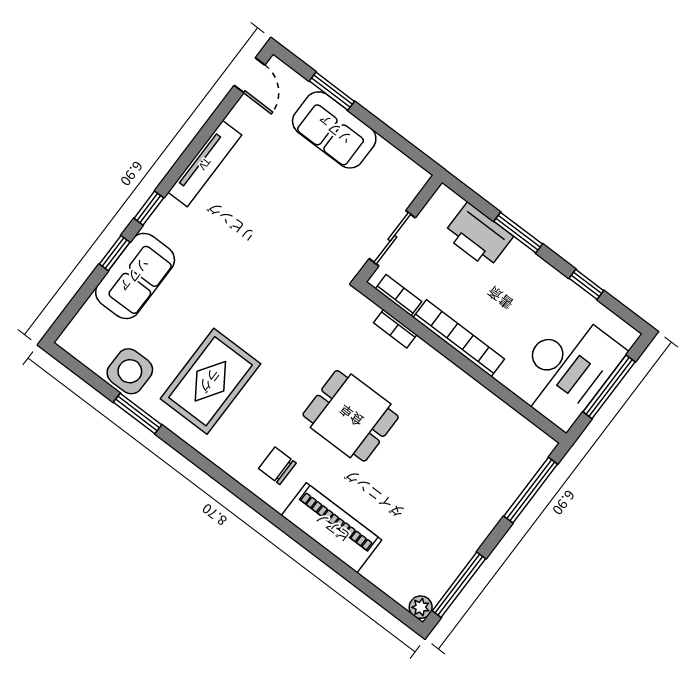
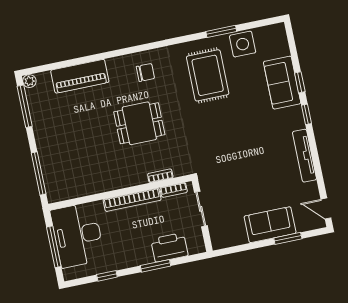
piano: (332, 528) -> (80, 76), moved

